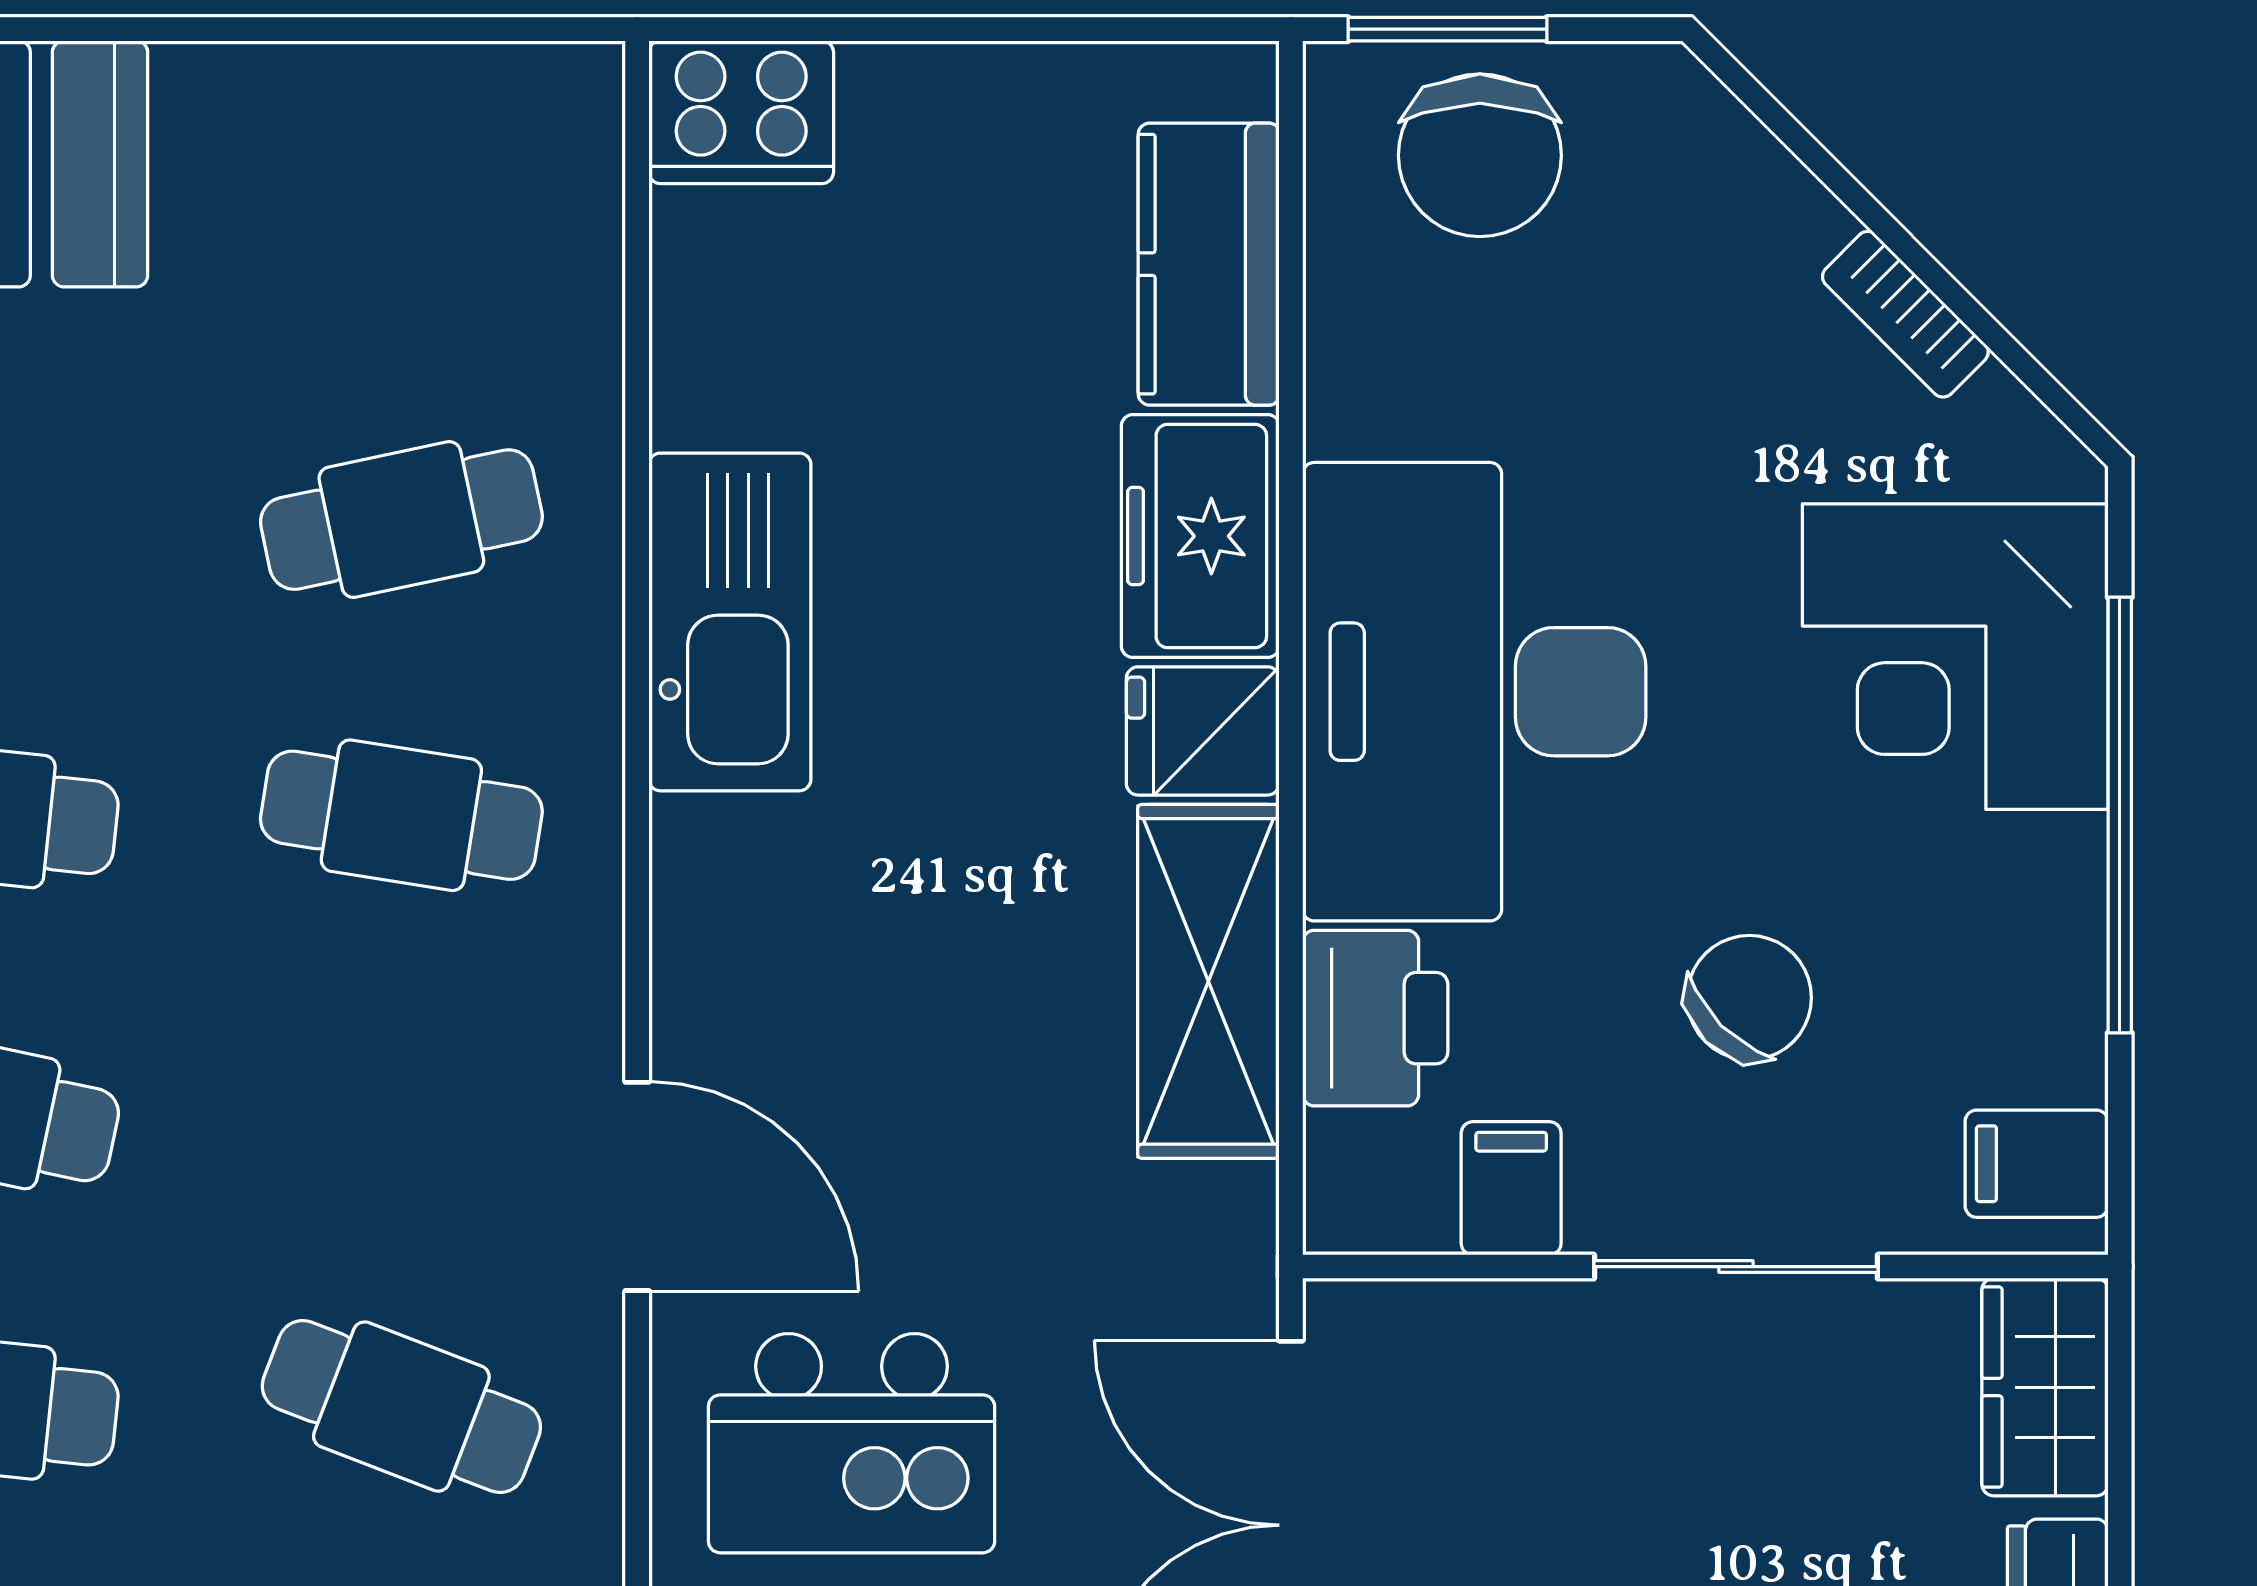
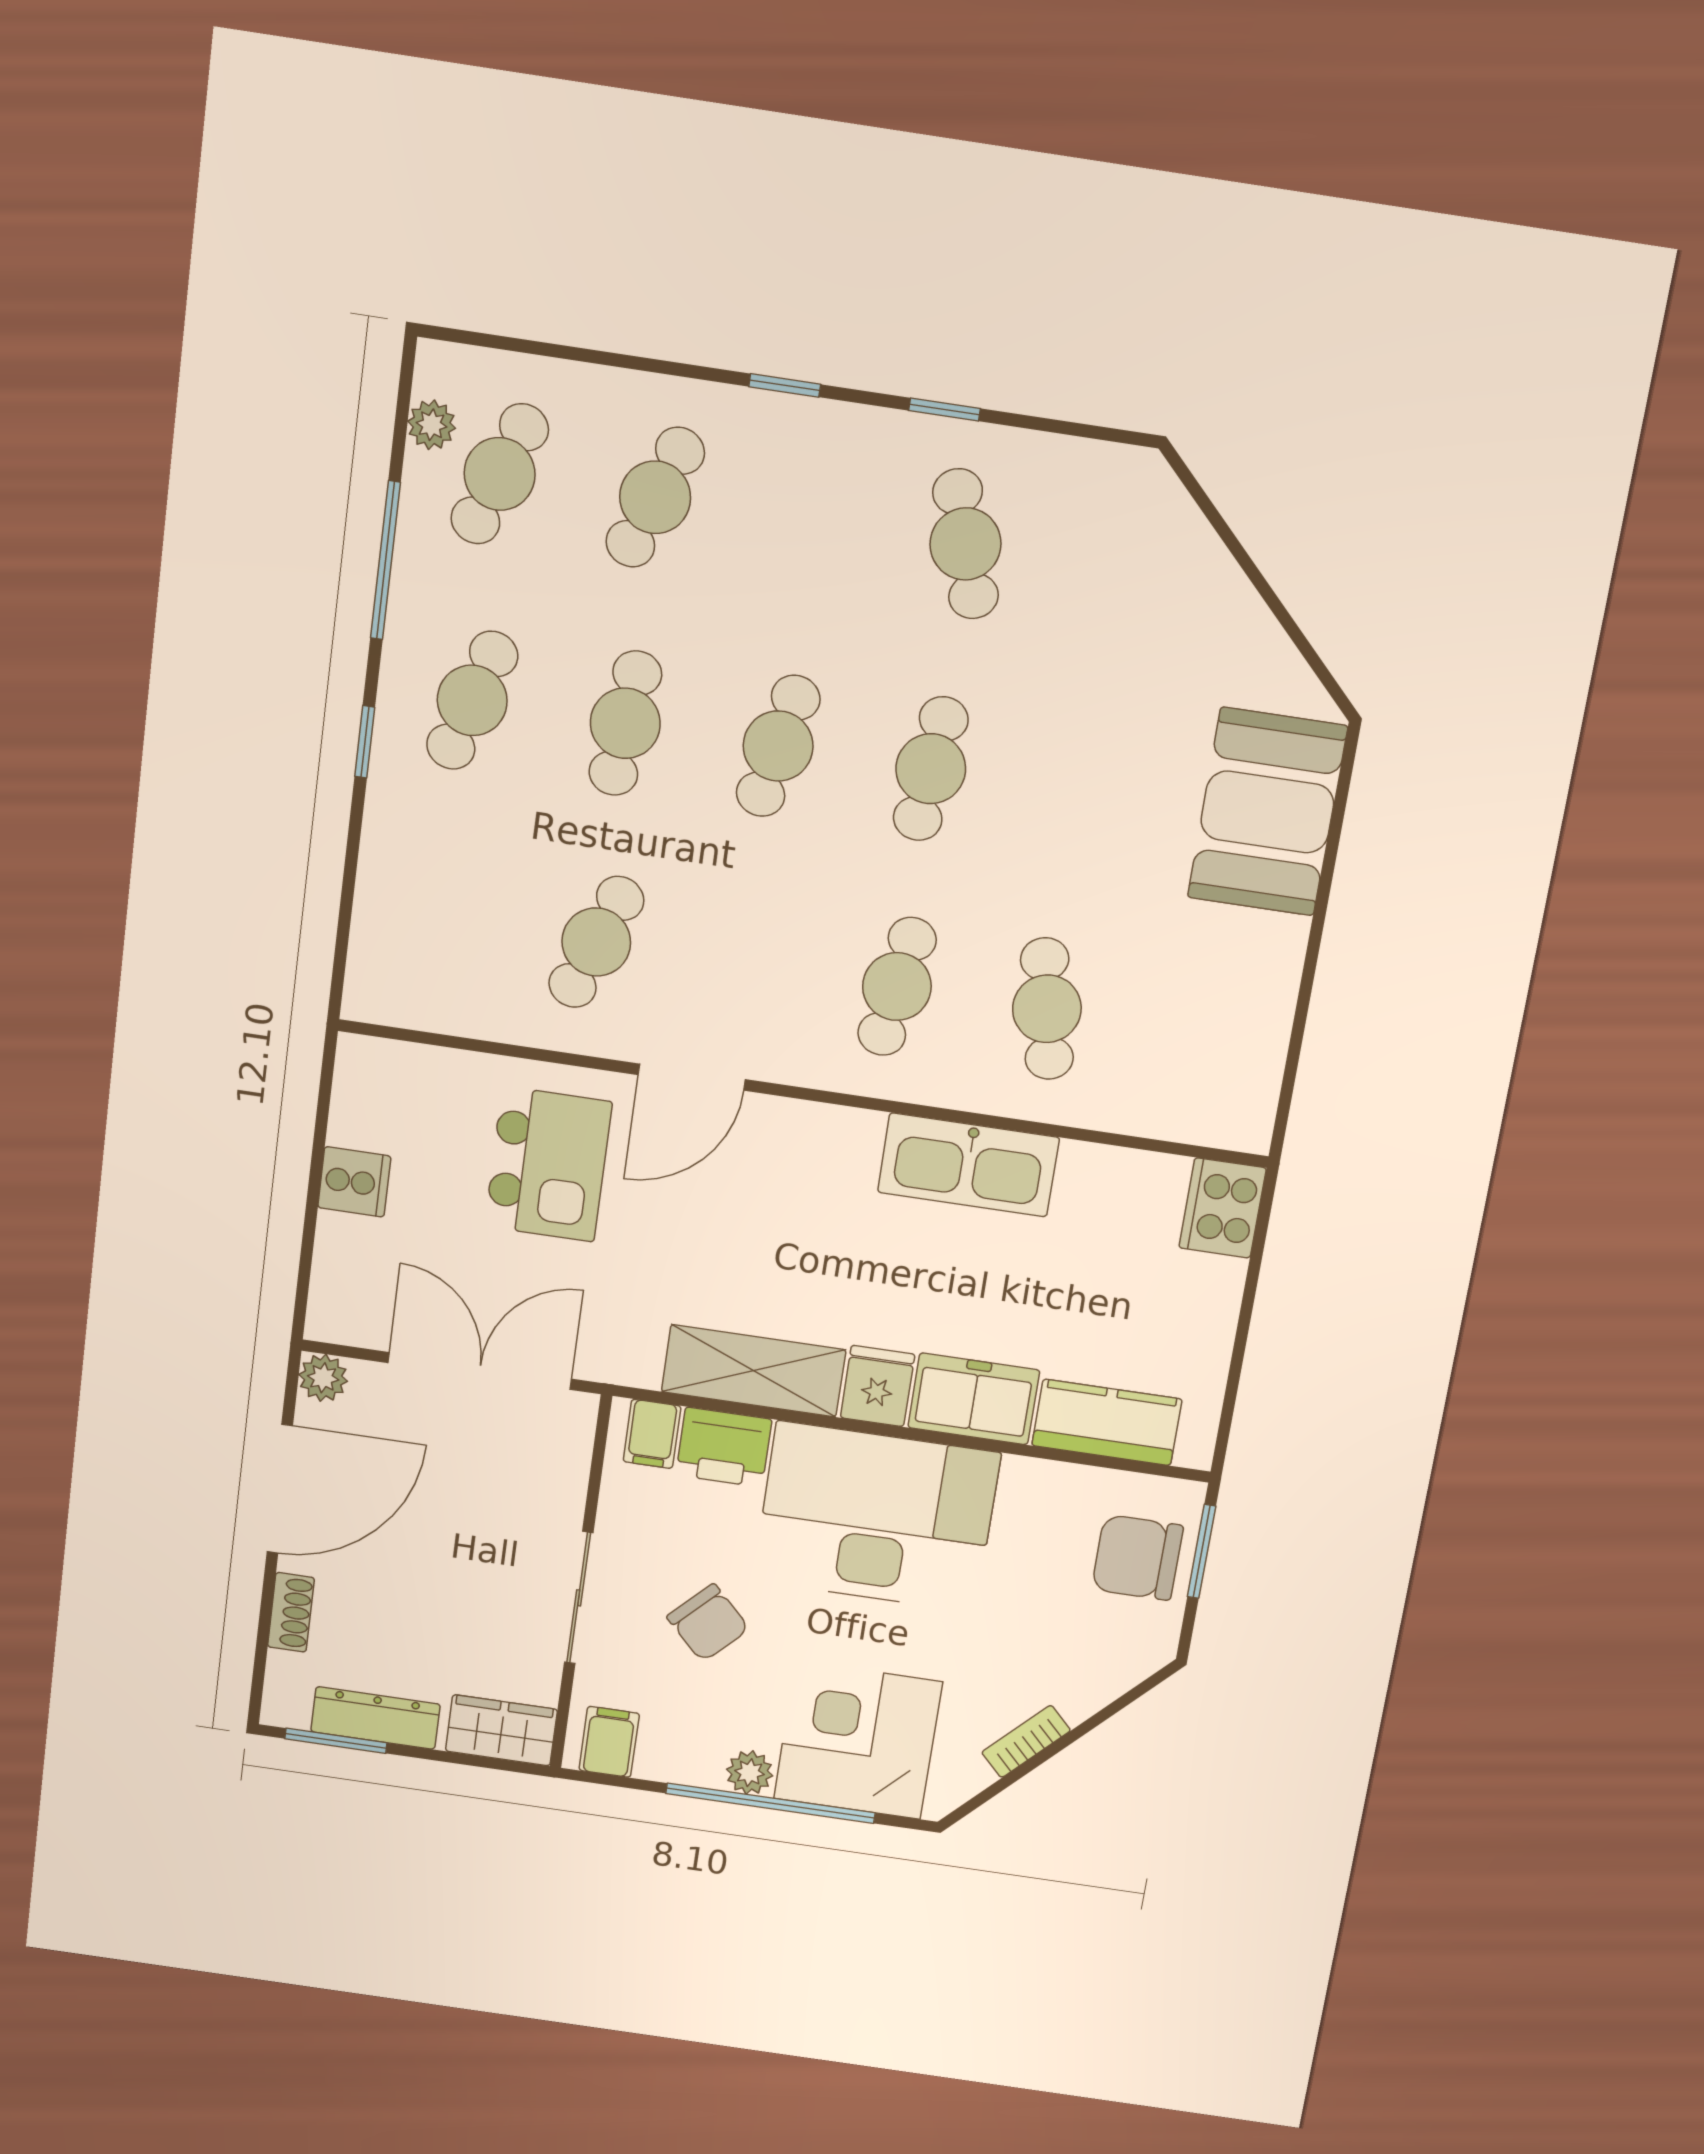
plant: (2059, 867) -> (750, 1773), added
filing cabinet: (1511, 1188) -> (652, 1434), moved, turned 90
kitchen island: (852, 1443) -> (548, 1164), turned 180

